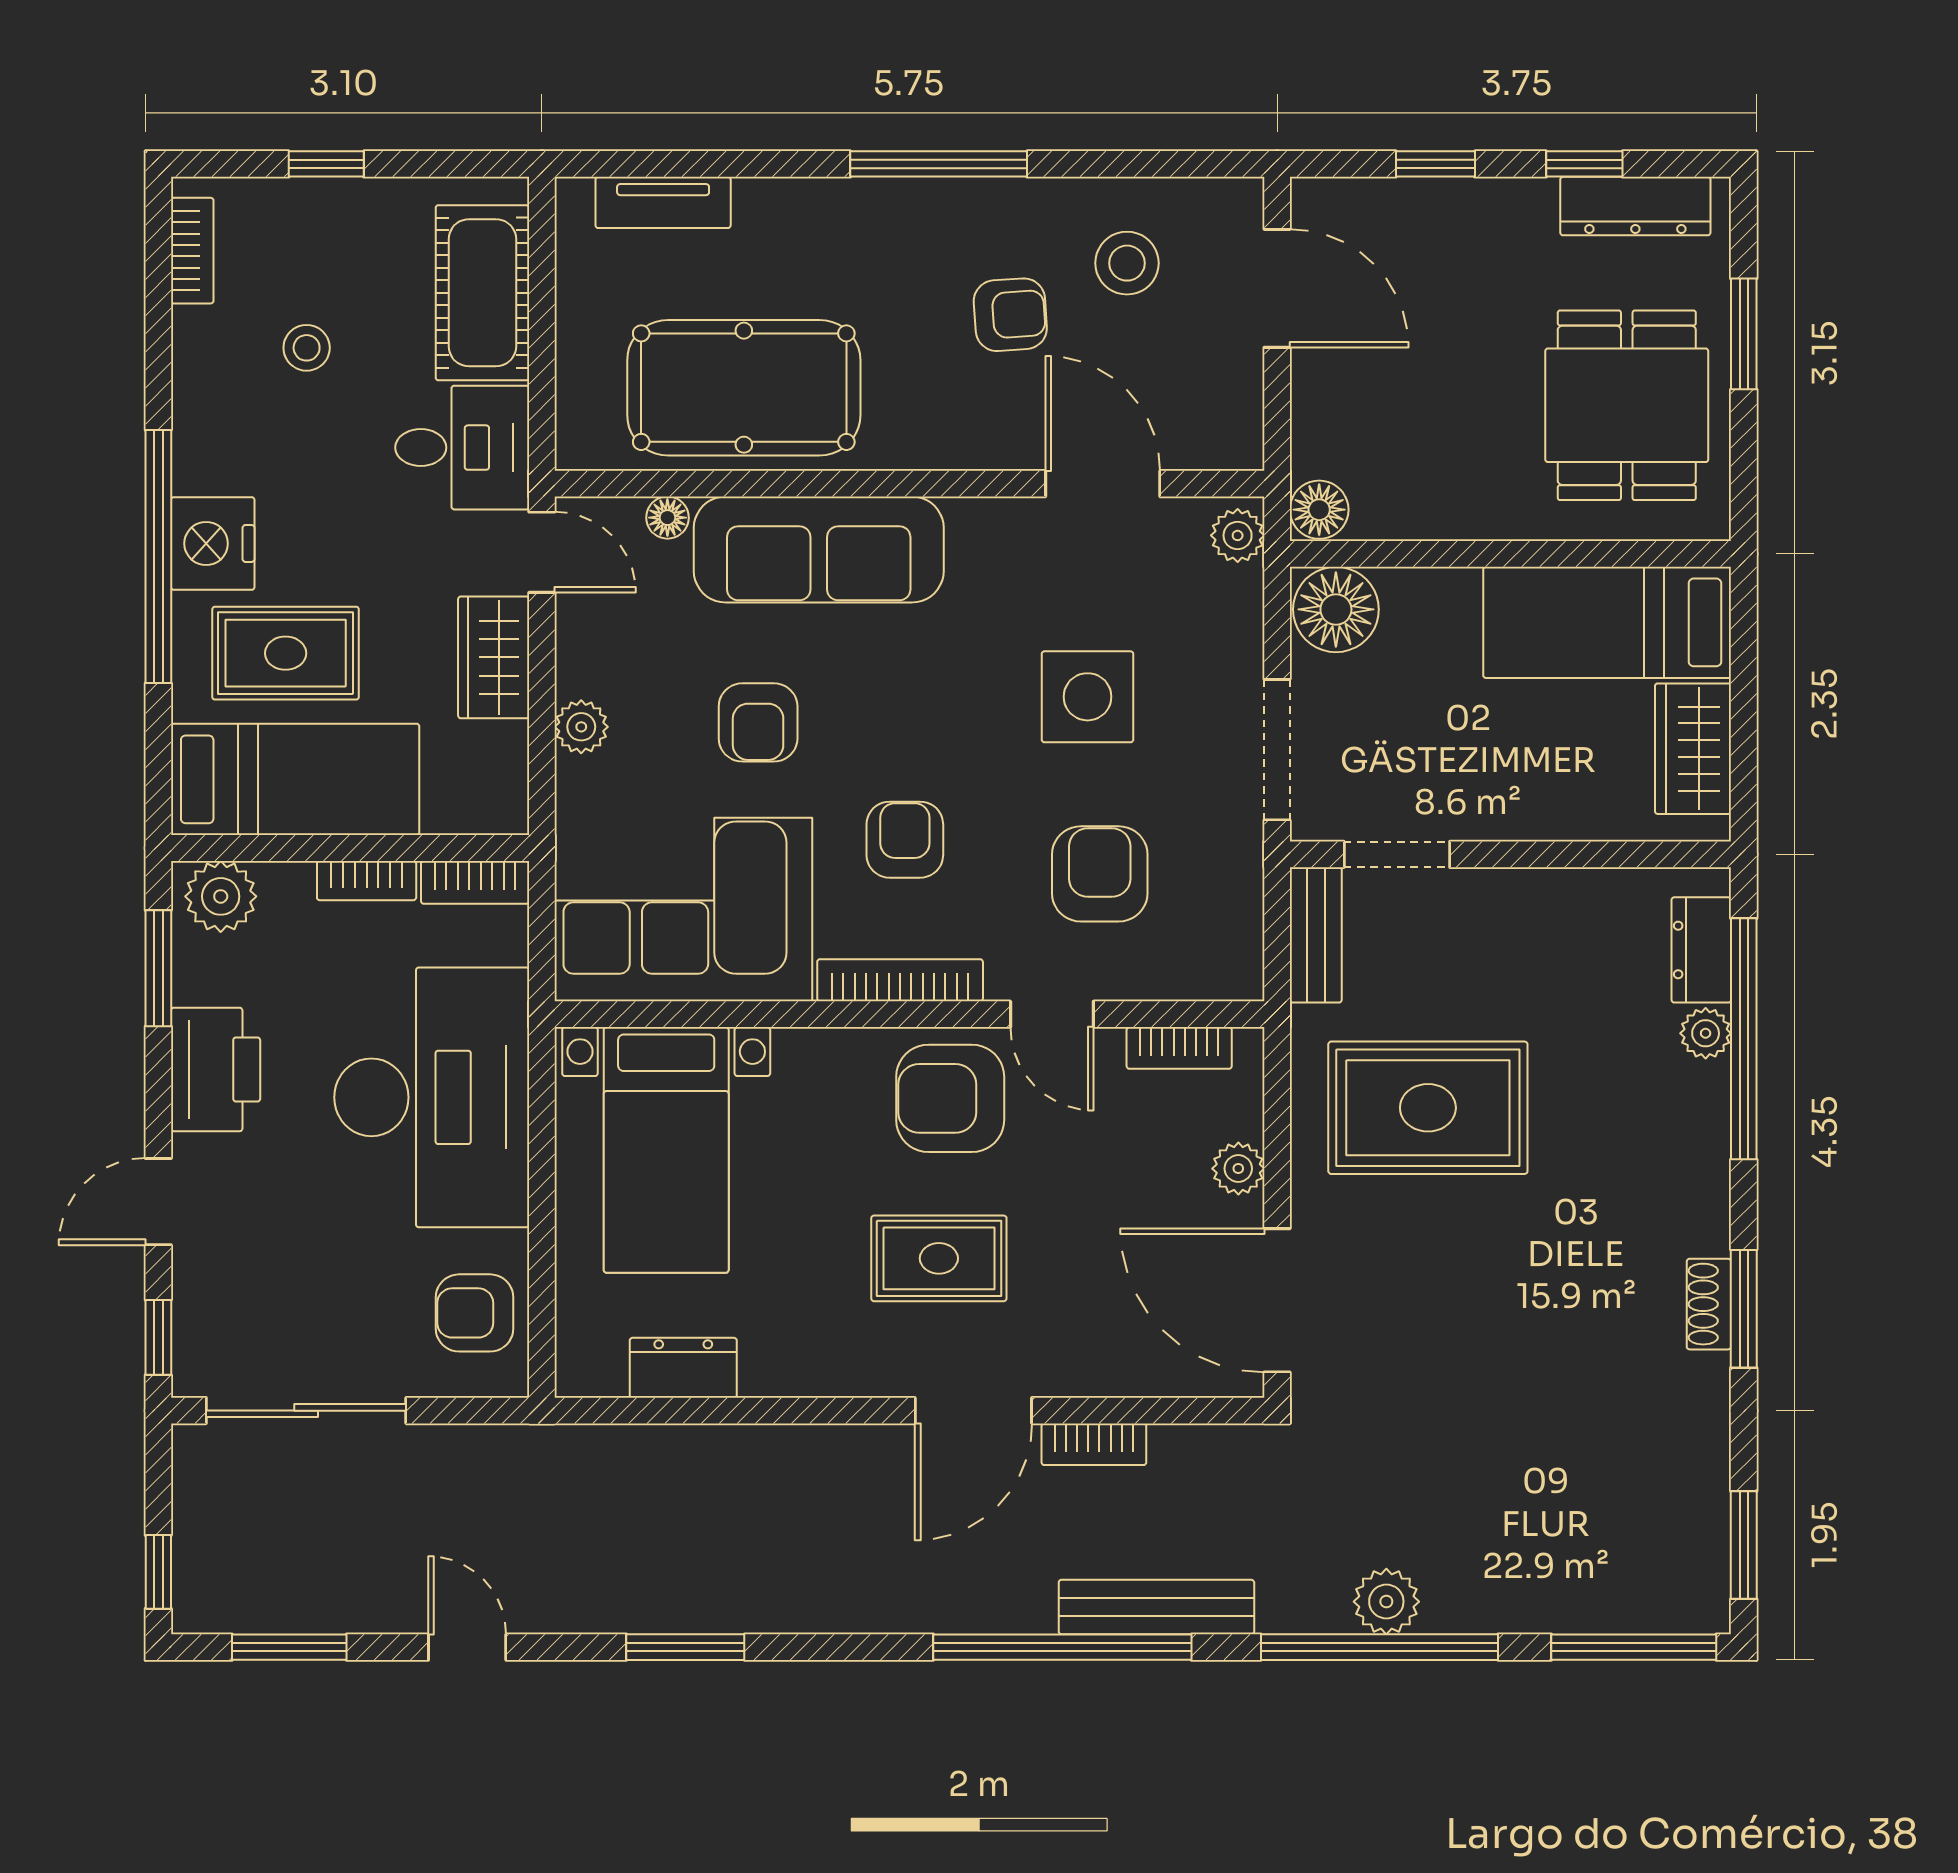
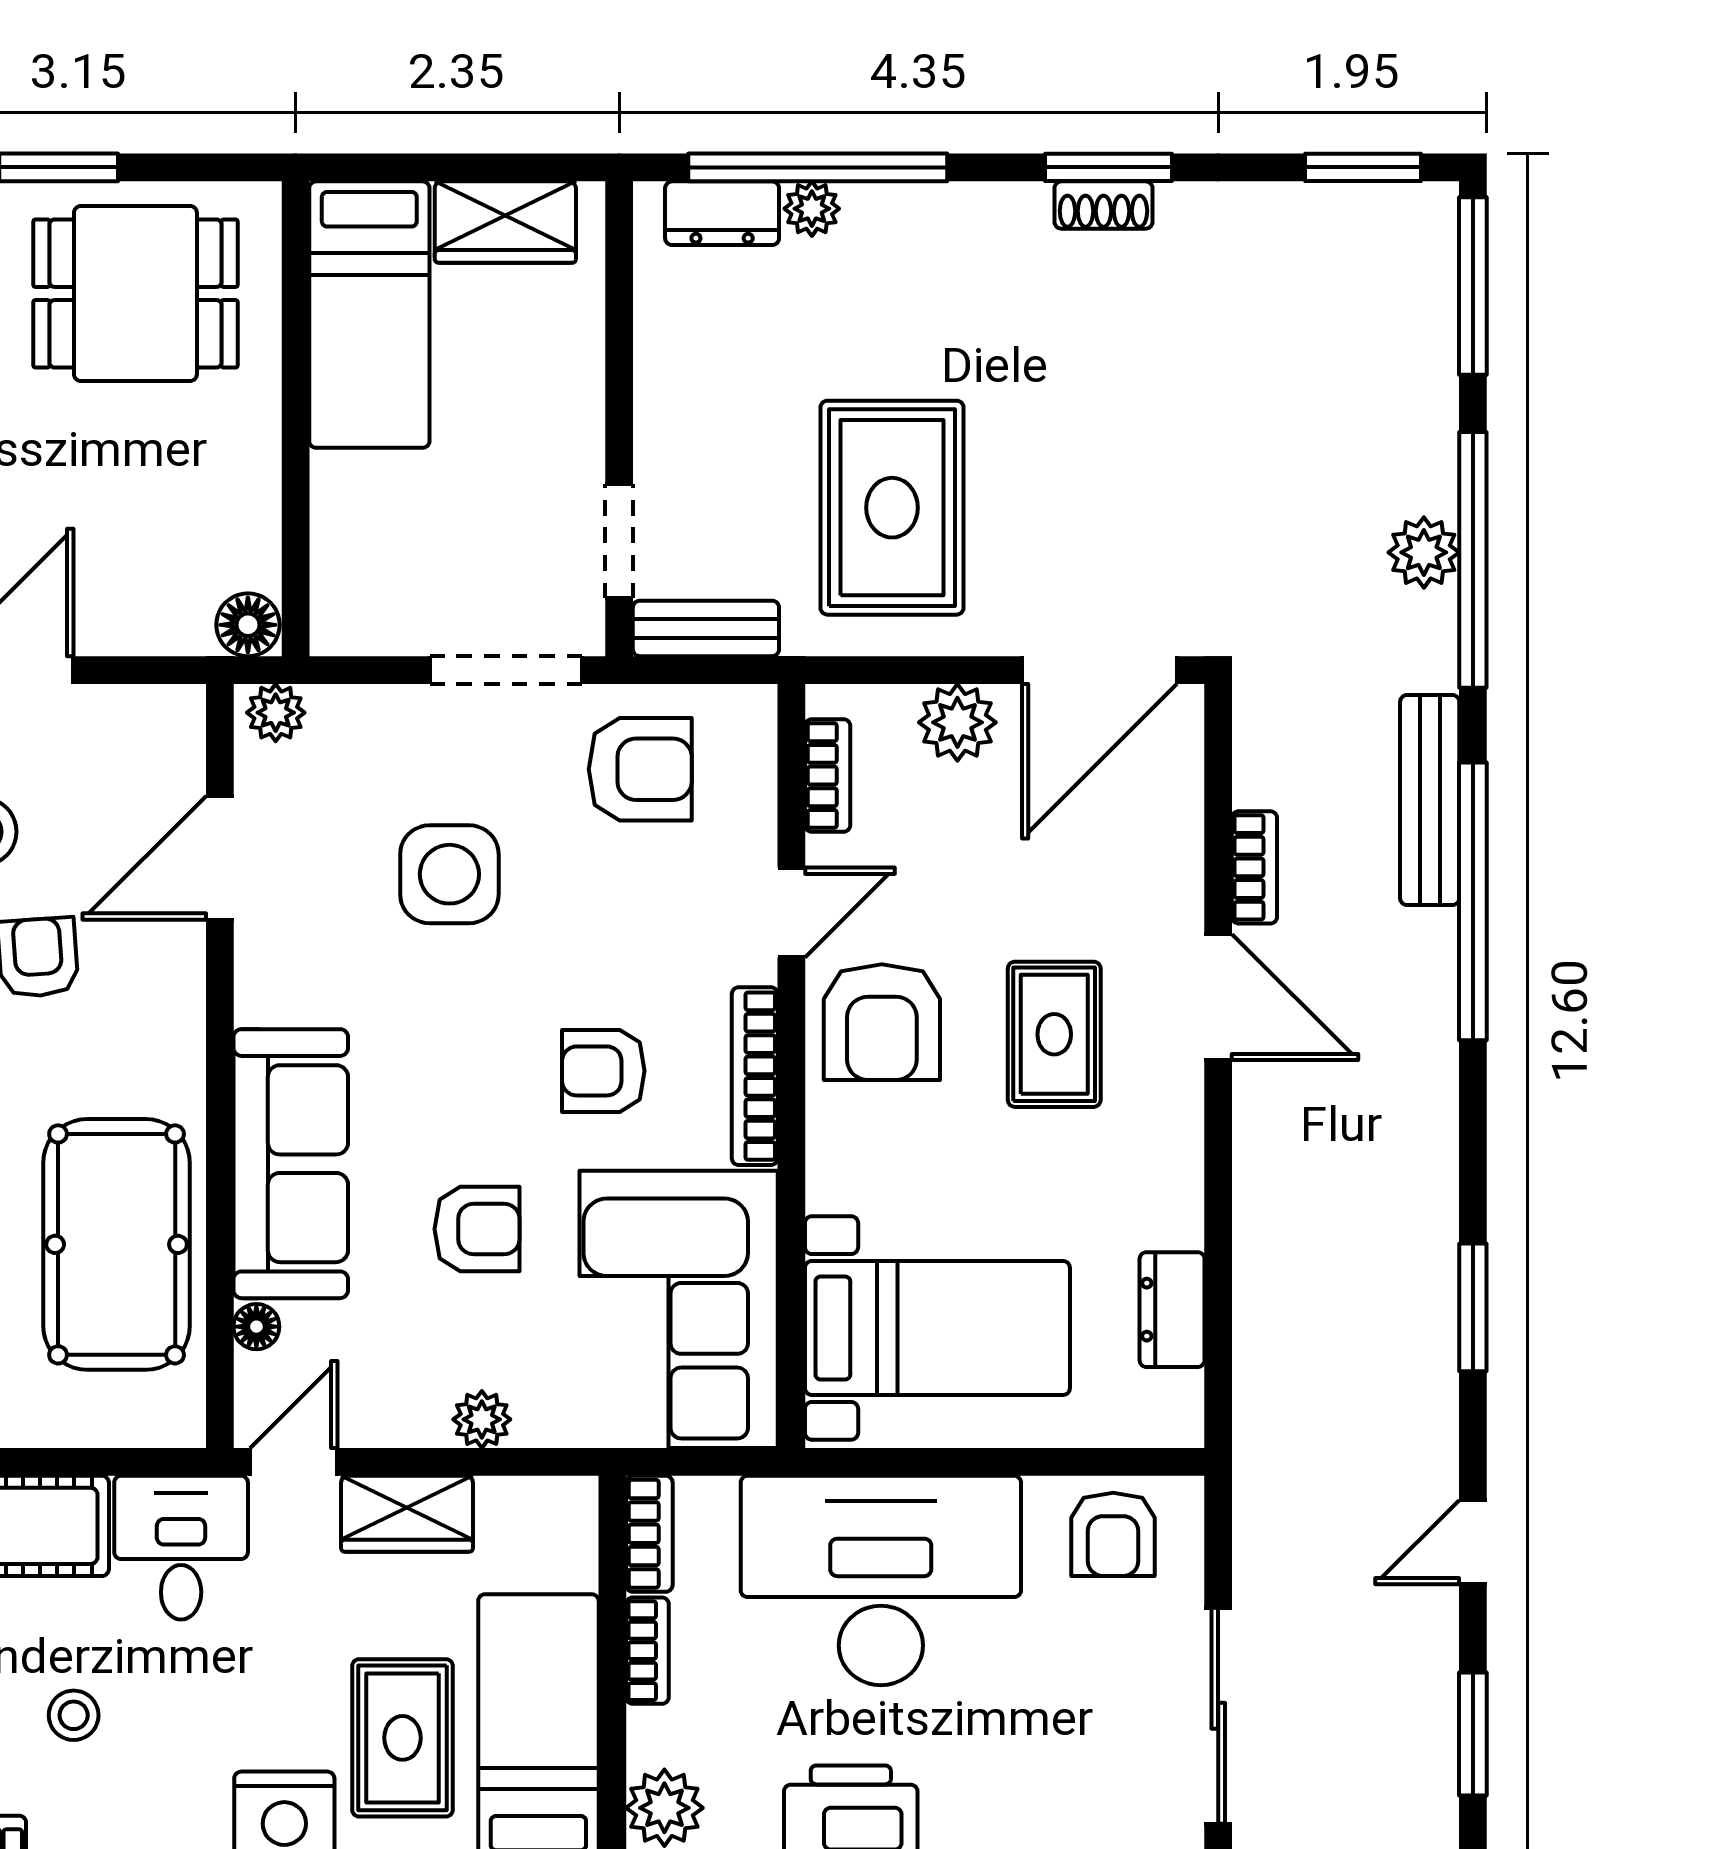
floor lamp: (1336, 609) -> (355, 607), removed
armchair: (1100, 874) -> (640, 769), moved, turned 180
plant: (1238, 1169) -> (957, 722), width x1.38, depth x1.38

